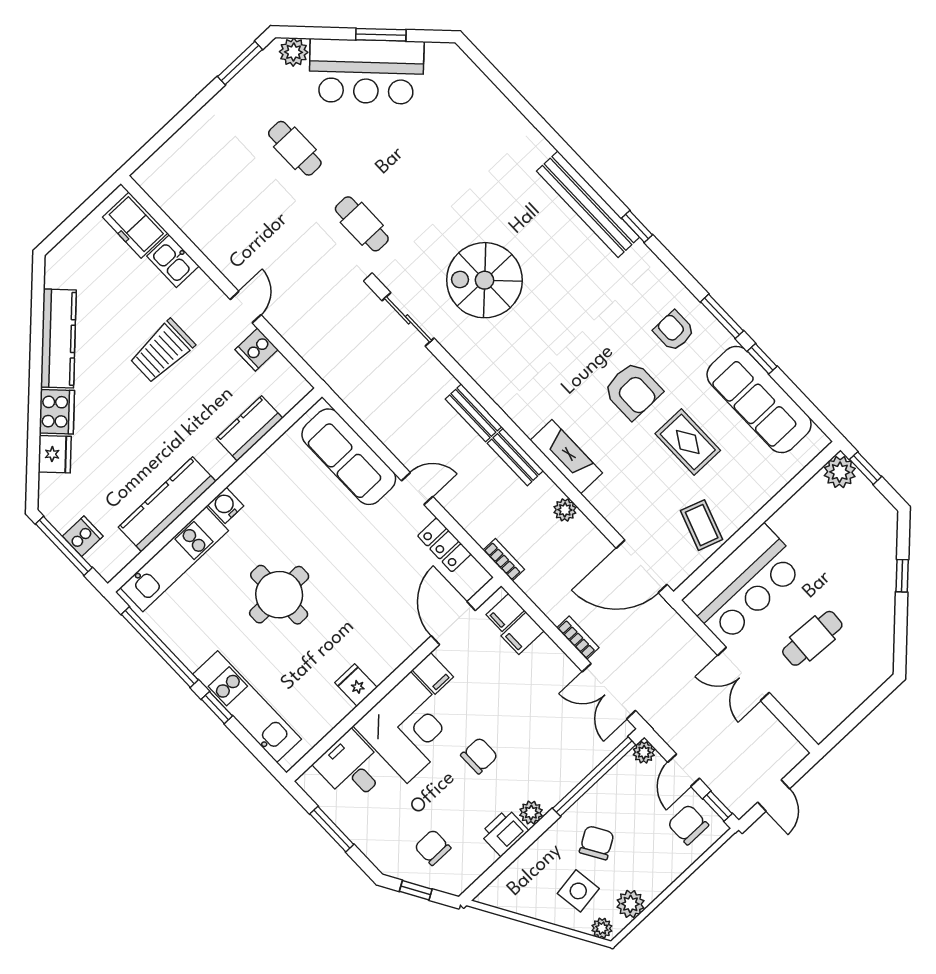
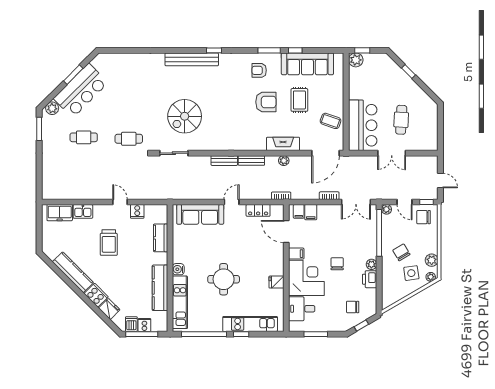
rug: (688, 442) -> (299, 100), turned 90
fireplace: (566, 457) -> (283, 144), moved
dishwasher: (64, 514) -> (131, 324), added

